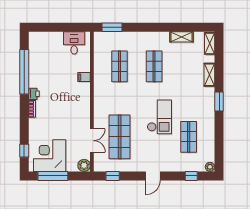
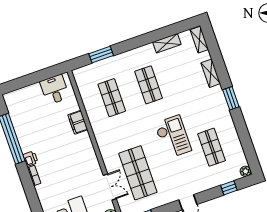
window: (112, 27) -> (101, 55), moved
filing cabinet: (84, 77) -> (78, 122), width x2.00

